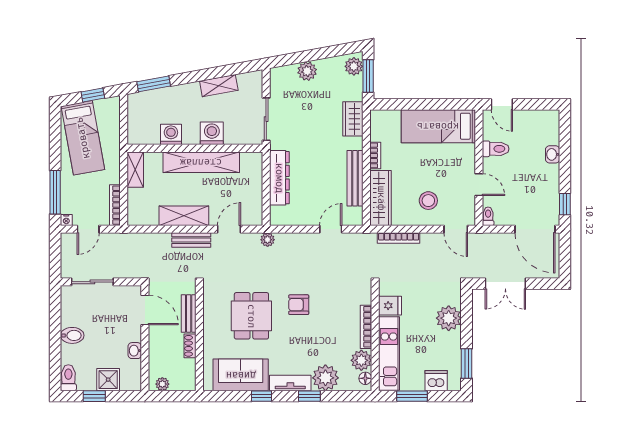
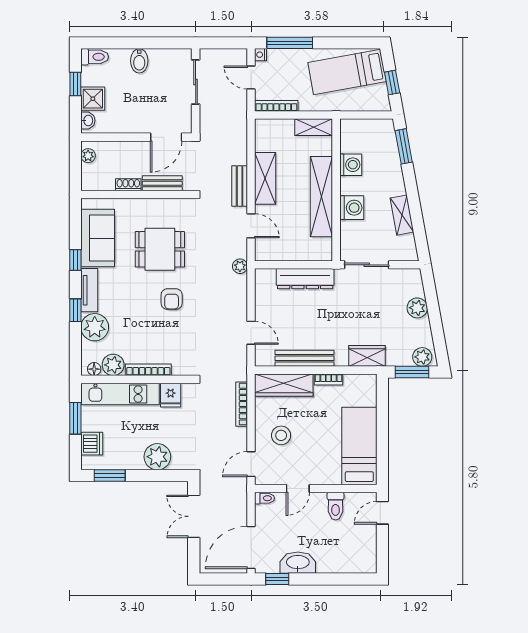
washbasin: (553, 154) -> (298, 563), moved, width x1.91, depth x1.45
armchair: (299, 305) -> (172, 299), turned 180
washbasin: (135, 351) -> (88, 120), moved, turned 90

